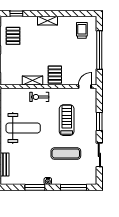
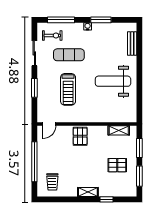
window: (16, 13) -> (106, 199), moved
pallet: (13, 36) -> (117, 165), moved, turned 90
shelving: (33, 80) -> (119, 130), moved
exercise bike: (39, 97) -> (52, 35), moved

